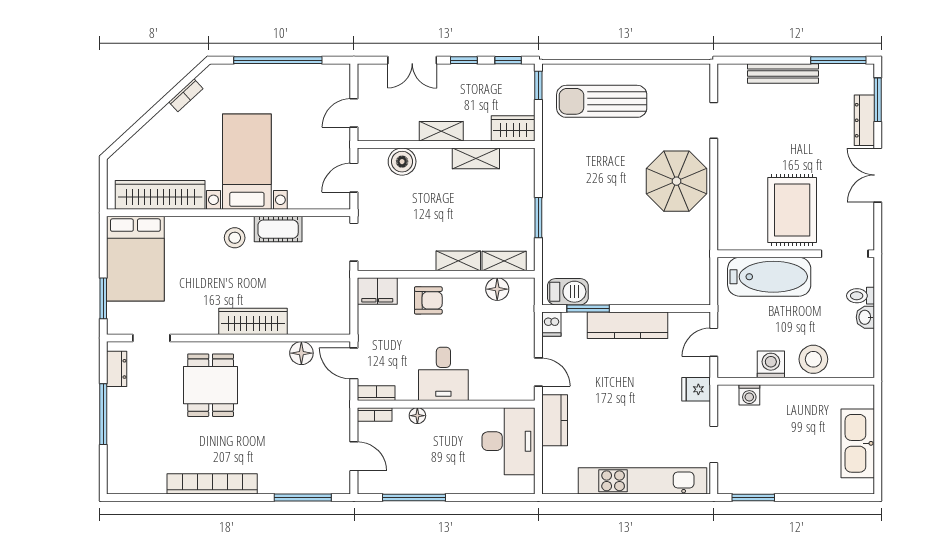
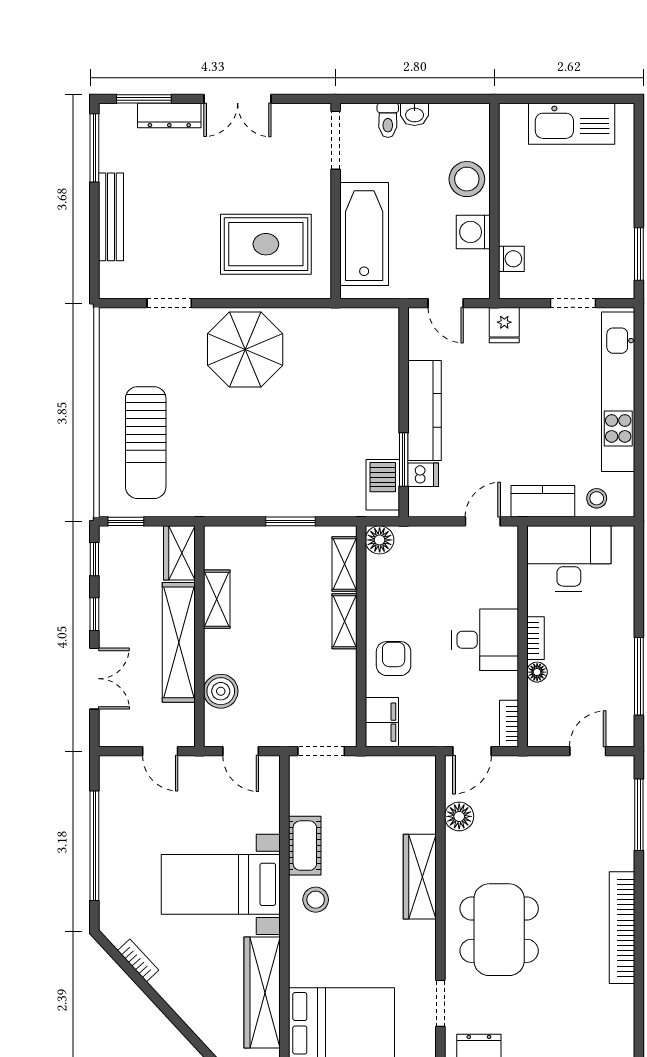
shelving: (441, 131) -> (179, 642), width x2.20, depth x1.33
rug: (792, 210) -> (266, 244), moved
floor lamp: (497, 289) -> (380, 540), moved
dishwasher: (551, 324) -> (423, 475), moved
dining table: (211, 385) -> (499, 930), width x1.38
bookcase: (375, 414) -> (536, 638), moved
stool: (557, 464) -> (597, 498), added

